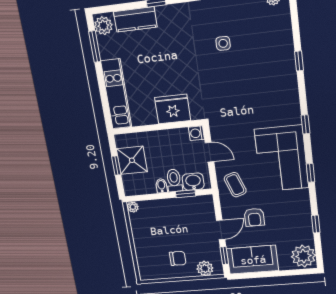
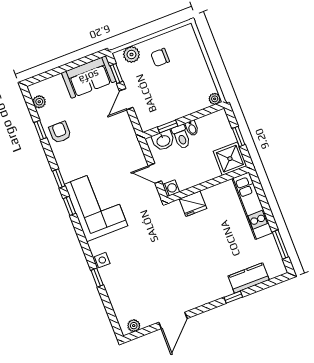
plant: (103, 26) -> (276, 265), removed
side table: (223, 43) -> (102, 260), moved
fridge: (173, 109) -> (193, 204), width x0.73, depth x0.75
window: (306, 124) -> (69, 206), moved
corner sofa: (282, 159) -> (96, 205), moved
shower: (132, 160) -> (230, 159), moved
coffee table: (235, 185) -> (124, 148), removed
armchair: (254, 217) -> (60, 132), moved
plant: (303, 256) -> (39, 102), width x0.53, depth x0.53

